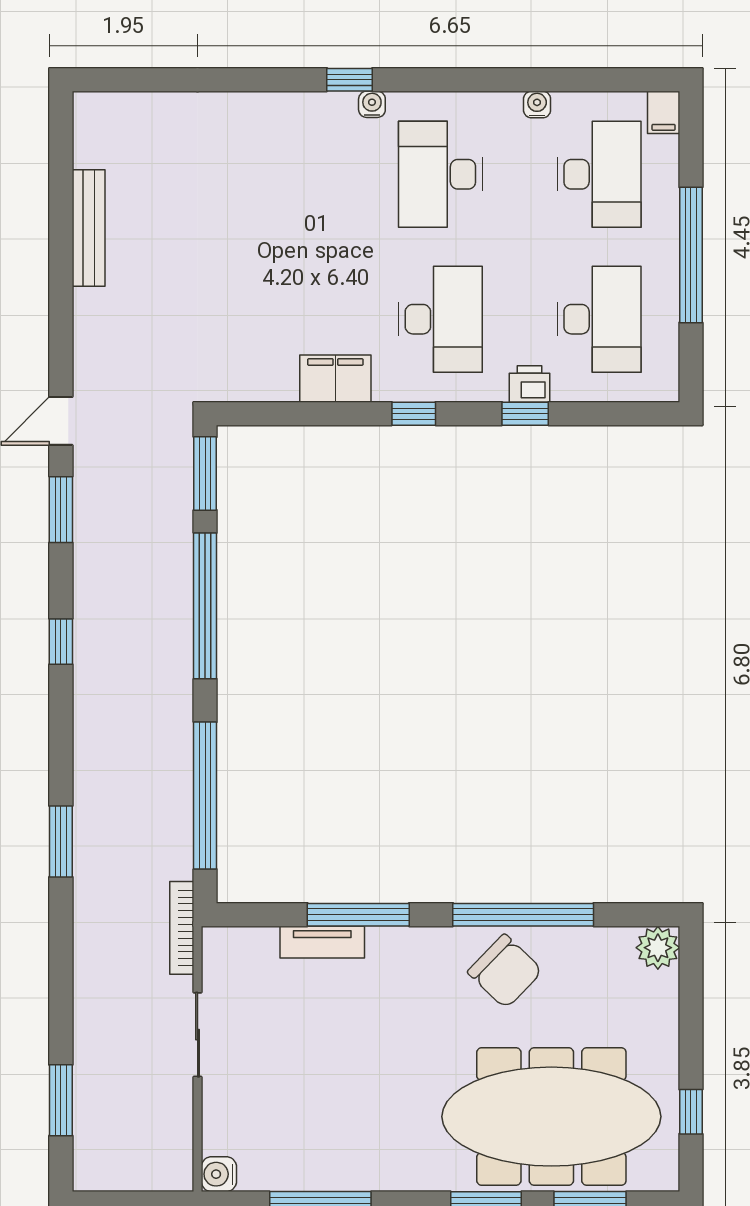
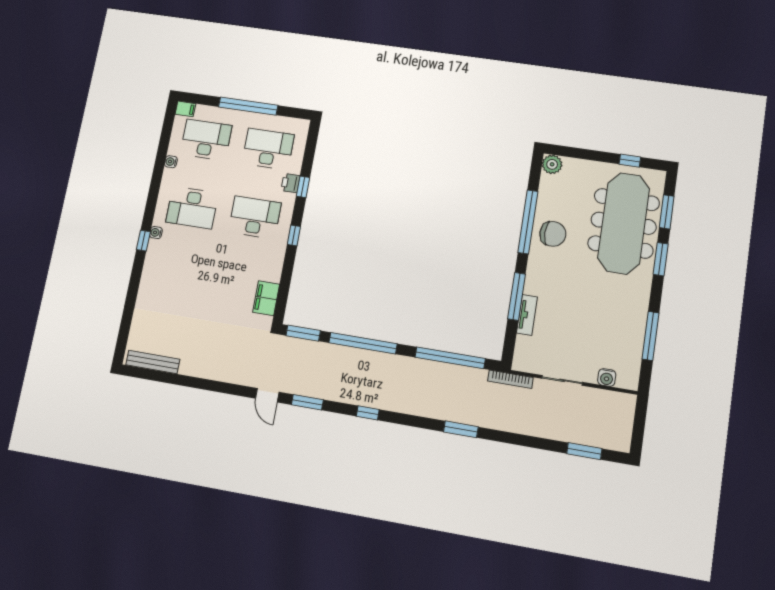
bench: (89, 228) -> (153, 362), moved
filing cabinet: (335, 379) -> (266, 298), moved
chair: (505, 971) -> (553, 234), turned 46
water cooler: (219, 1174) -> (607, 377), moved

